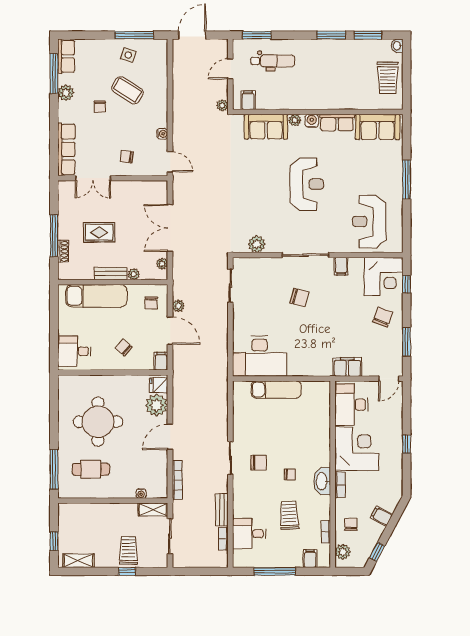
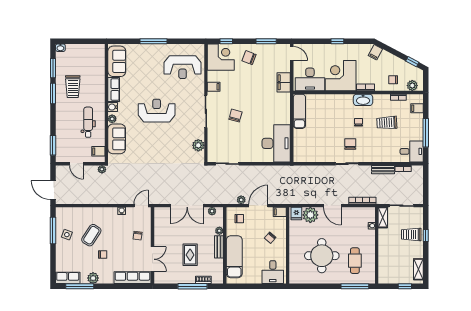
dental chair: (273, 61) -> (88, 122), moved
trolley: (388, 78) -> (73, 87), moved, turned 90
exam couch: (276, 390) -> (299, 111), moved
filing cabinet: (381, 516) -> (375, 52), moved
desk: (249, 534) -> (412, 151), moved, turned -90

